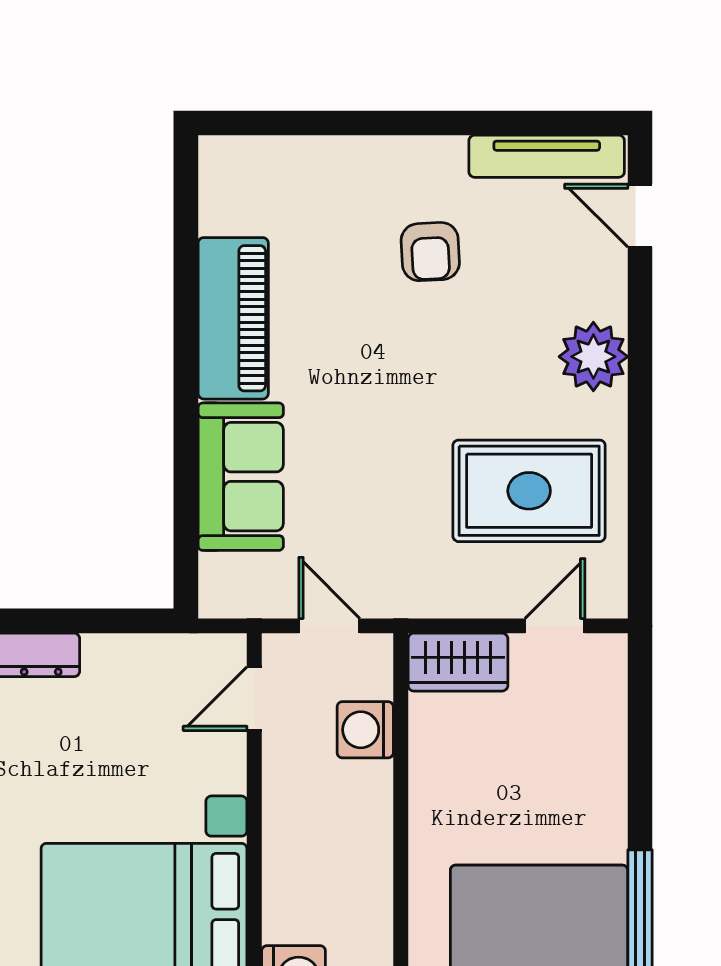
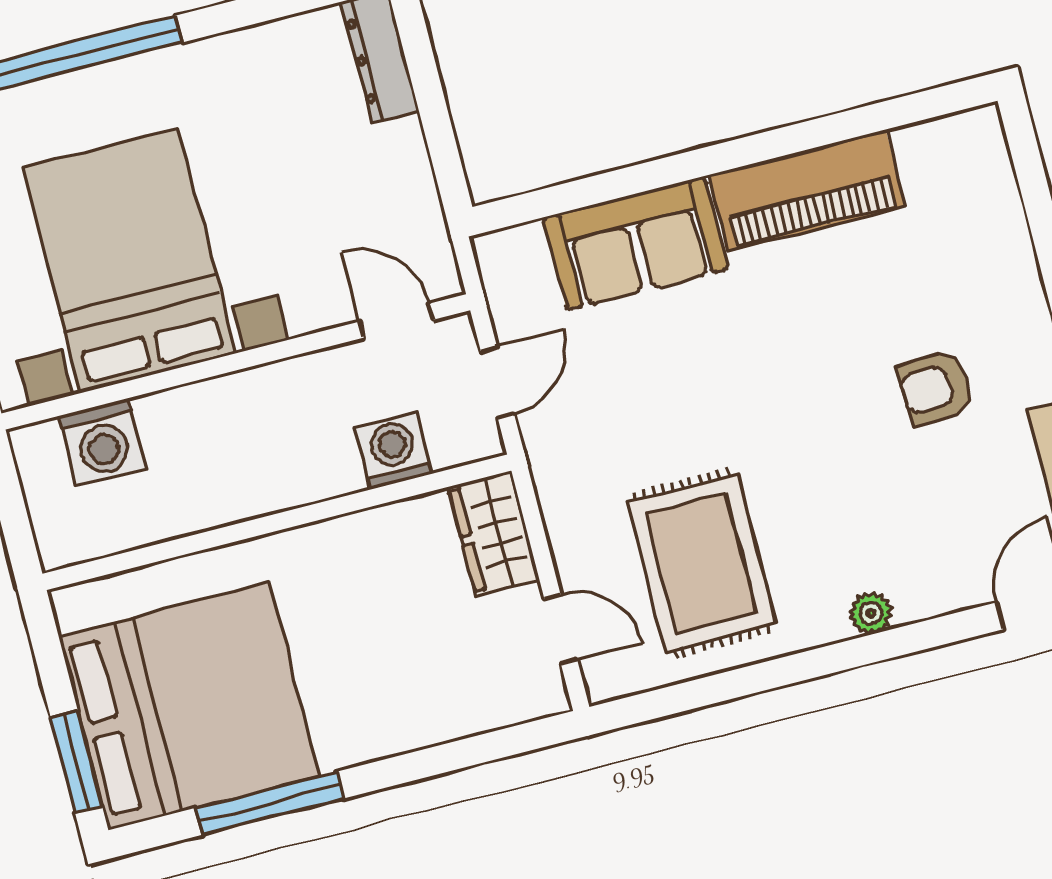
plant: (593, 357) -> (871, 613), width x0.53, depth x0.53

